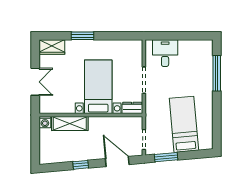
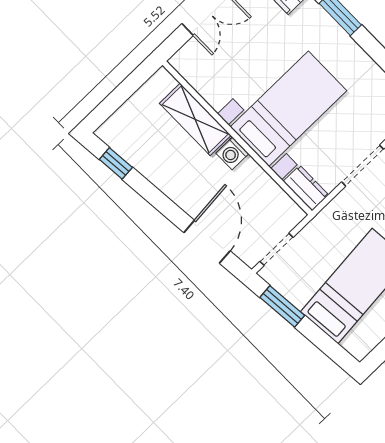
washing machine: (45, 122) -> (232, 153), moved
window: (81, 165) -> (116, 163), moved

